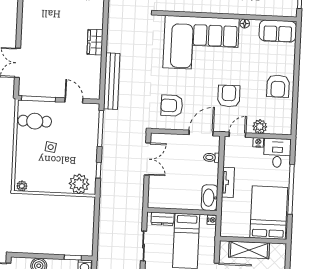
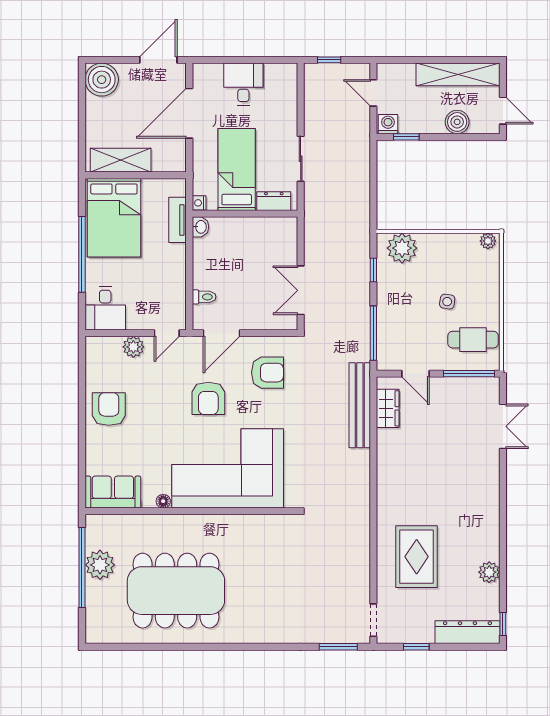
wardrobe: (95, 42) -> (388, 408), moved
armchair: (229, 96) -> (208, 398), moved
nightstand: (258, 142) -> (135, 323), removed
tv unit: (228, 182) -> (178, 220), moved
washbasin: (210, 198) -> (201, 227), width x0.52, depth x0.69
shelving: (249, 250) -> (121, 160), moved

